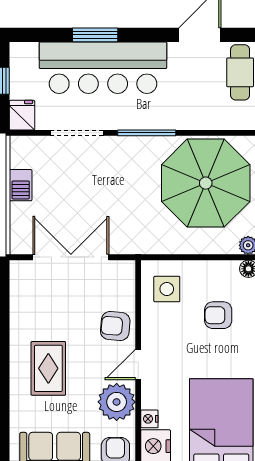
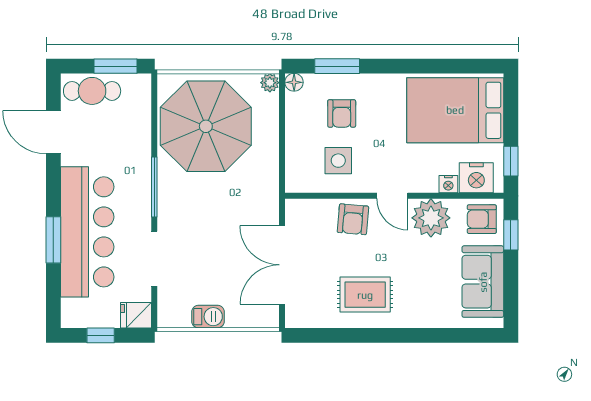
side table: (167, 289) -> (338, 161), moved
rug: (48, 368) -> (365, 295), moved

